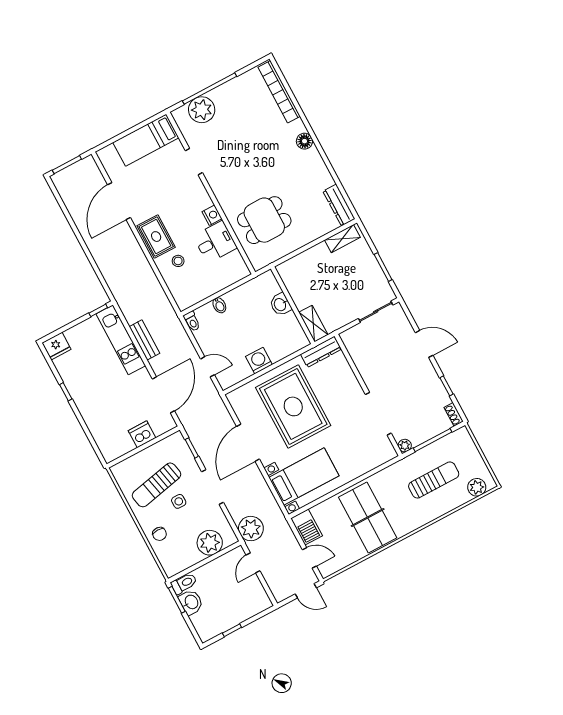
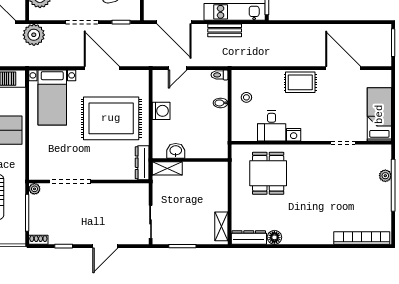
plant: (202, 110) -> (385, 176), width x0.53, depth x0.53
floor lamp: (305, 141) -> (274, 237), moved
stool: (178, 261) -> (246, 97), moved
washbasin: (280, 304) -> (176, 151), moved

